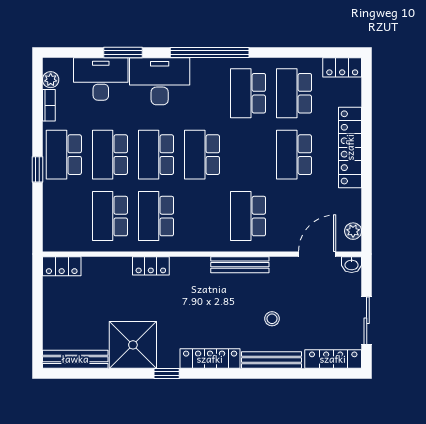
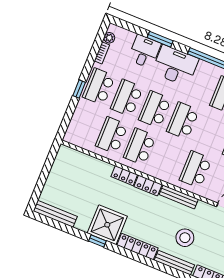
desk: (101, 79) -> (144, 52), width x0.73
locker: (62, 266) -> (148, 186), moved
stool: (272, 319) -> (185, 238), width x1.89, depth x1.89
shower: (133, 345) -> (107, 225), moved
window: (167, 374) -> (97, 241), moved

